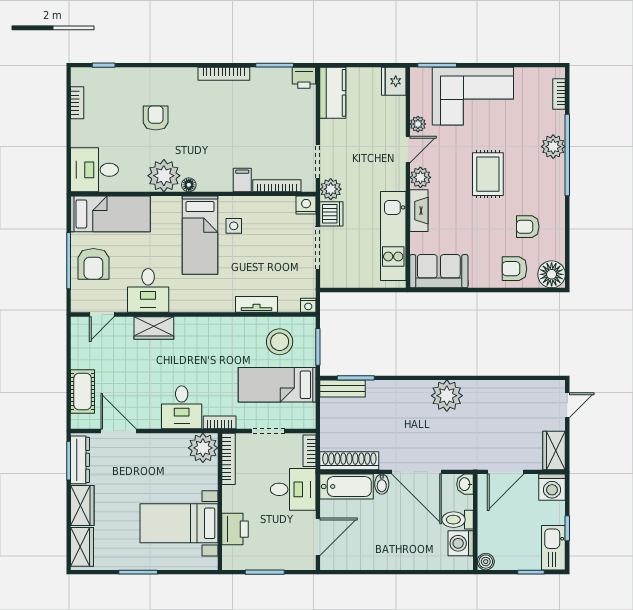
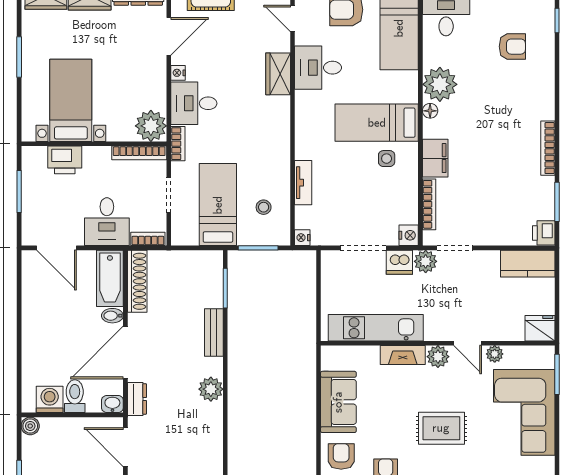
armchair: (156, 118) -> (512, 47), moved
filing cabinet: (242, 180) -> (435, 158), width x2.00
sofa: (439, 271) -> (338, 402), moved
stool: (280, 342) -> (264, 207), width x0.53, depth x0.53
bench: (343, 389) -> (214, 332), moved
plant: (447, 396) -> (211, 389), width x0.73, depth x0.73
nightstand: (153, 422) -> (178, 73), added
dresser: (460, 461) -> (137, 399), added

